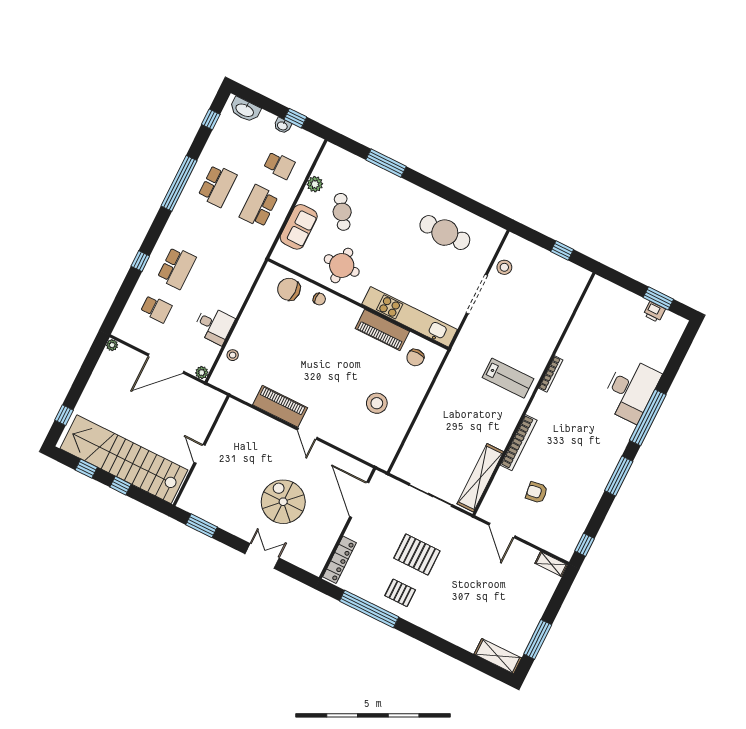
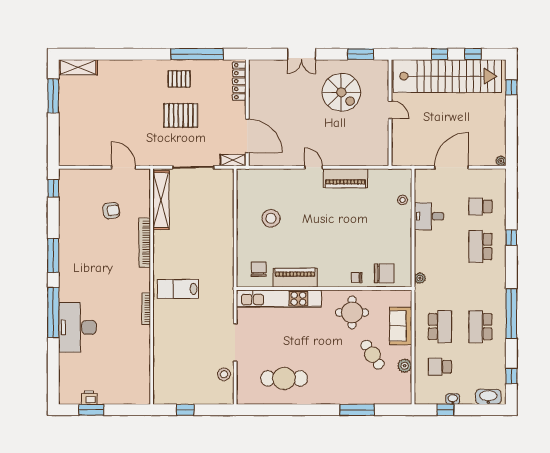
plant: (202, 373) -> (420, 278), moved
spiral stairs: (283, 502) -> (341, 92), moved
shelving: (551, 564) -> (233, 160), moved

